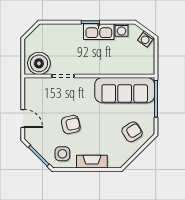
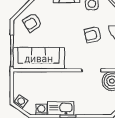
armchair: (71, 125) -> (93, 35), moved

